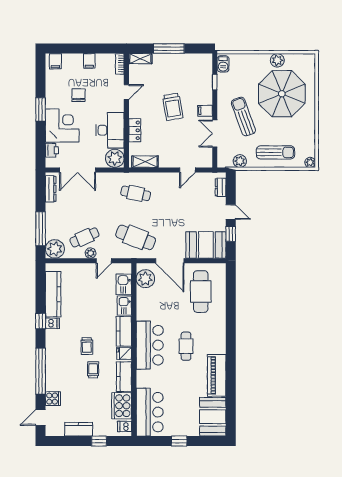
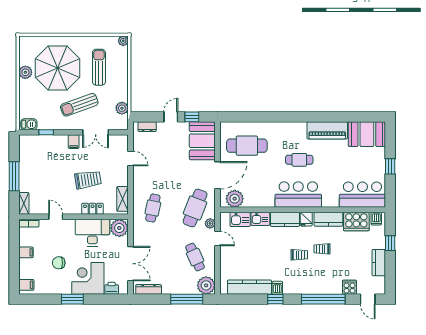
trolley: (173, 107) -> (88, 180), moved
sun lounger: (275, 152) -> (99, 67), moved
plant: (90, 253) -> (210, 223), moved

